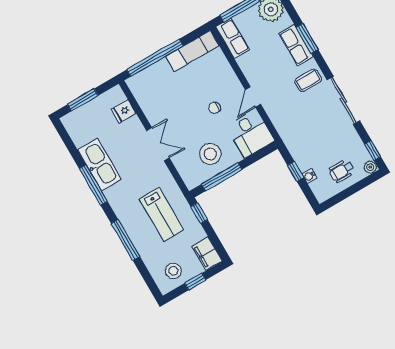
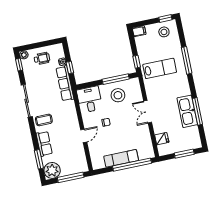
row of seats: (233, 38) -> (65, 83), moved, width x1.48
window: (307, 38) -> (39, 159), moved
exam couch: (192, 51) -> (121, 158), moved
door: (253, 97) -> (84, 136), moved
window: (93, 185) -> (197, 111), moved
lab bench: (162, 215) -> (160, 68), turned 90
filing cabinet: (207, 253) -> (139, 31), width x0.50
window: (195, 282) -> (165, 19), moved

